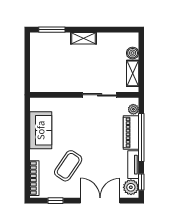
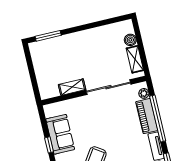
shelving: (84, 38) -> (72, 87), moved
sliding door: (100, 95) -> (108, 87), width x1.37
window: (27, 138) -> (49, 145), added

